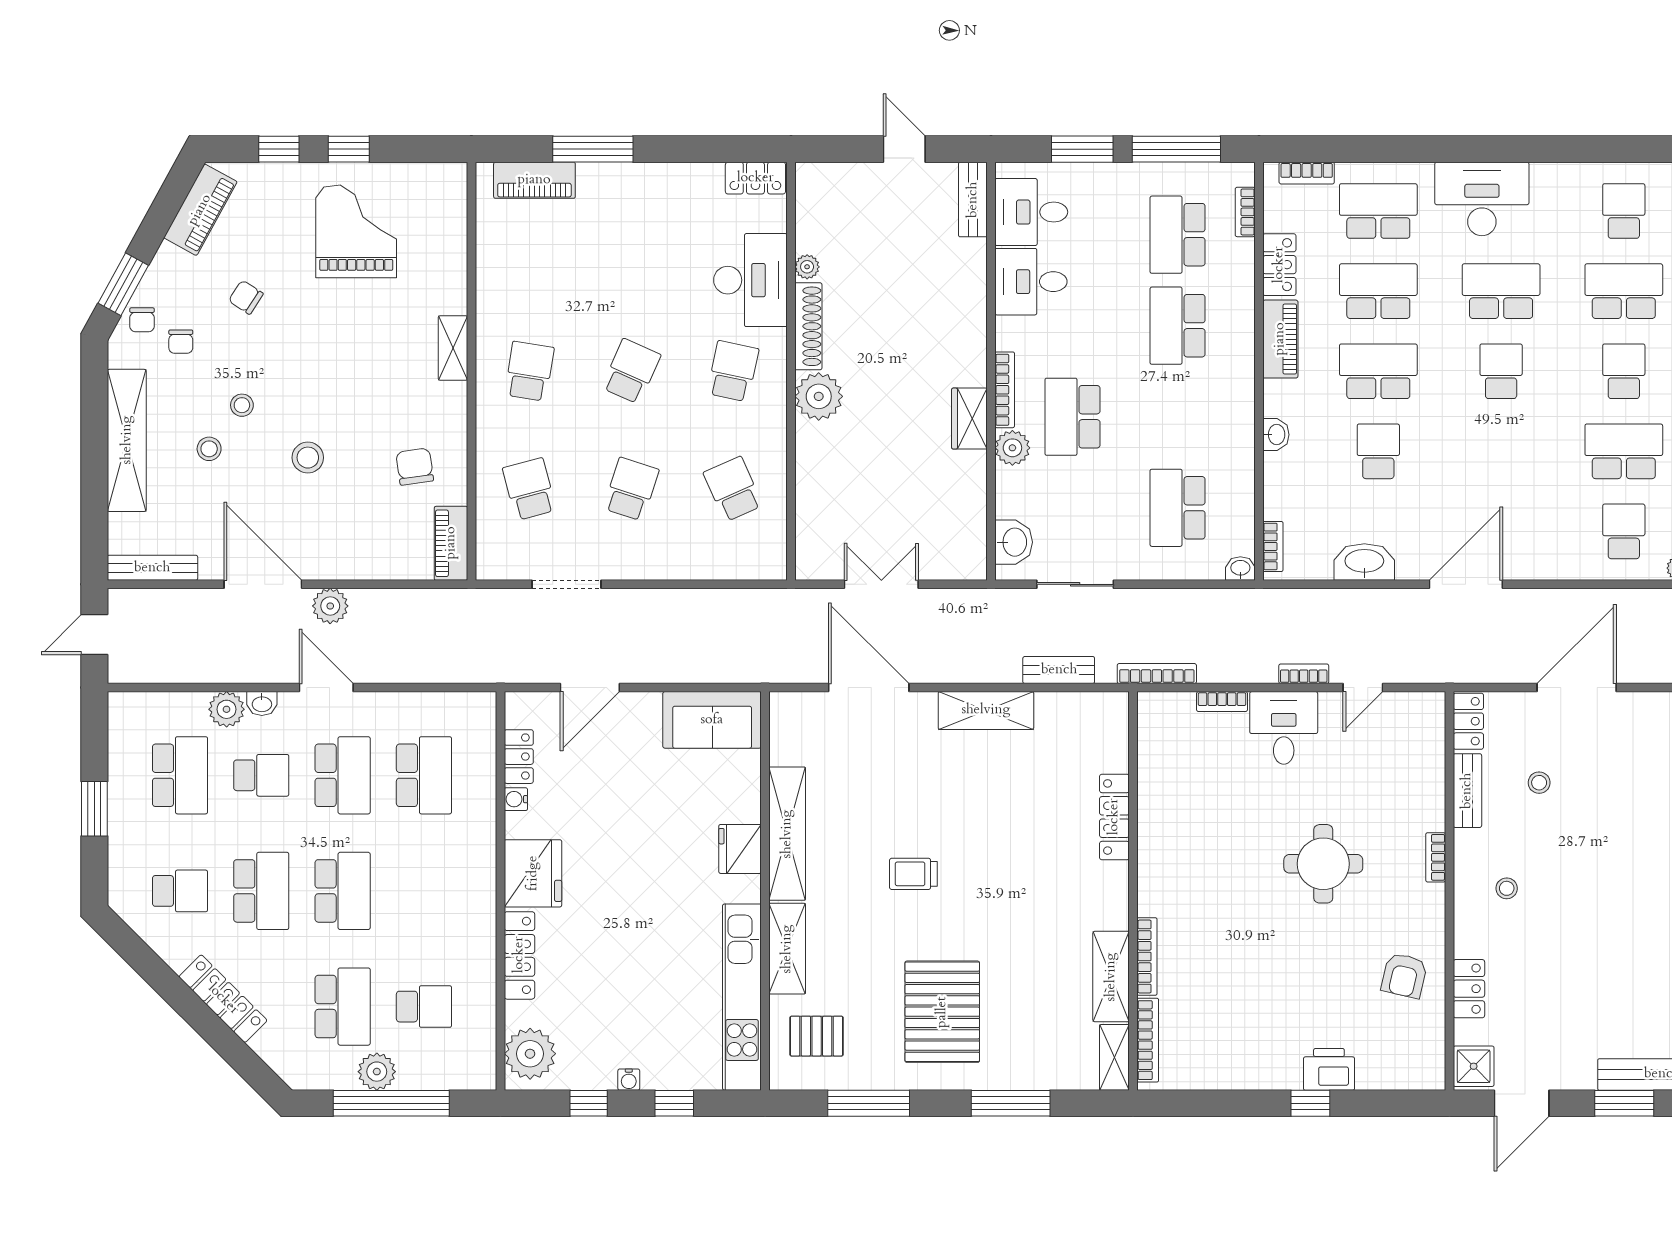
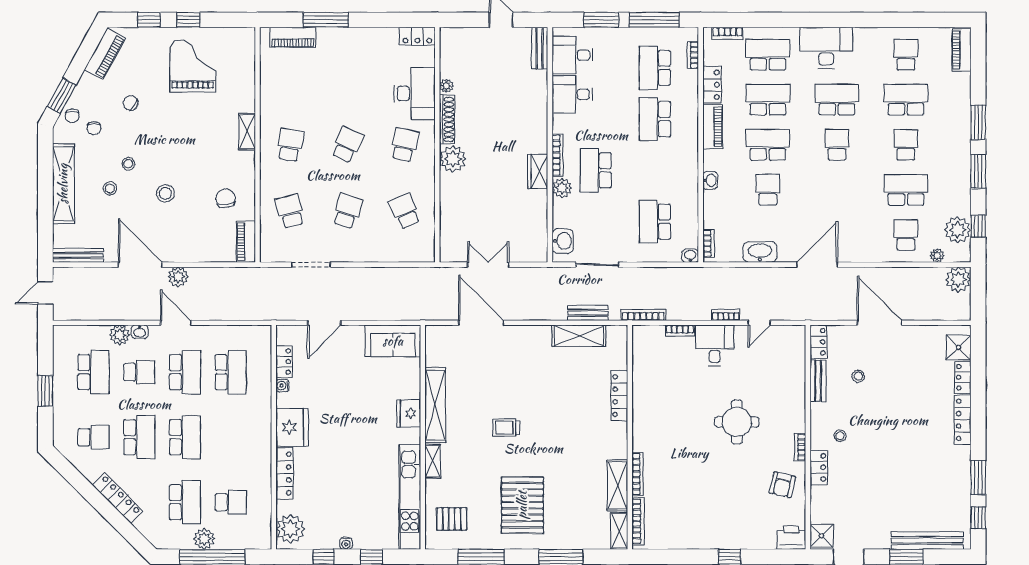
door: (1577, 688) -> (879, 323), hinge flipped
shelving: (986, 710) -> (579, 336), moved
bookcase: (1436, 857) -> (800, 447), moved
shelving: (787, 949) -> (433, 461), width x0.67, depth x0.75
locker: (1469, 989) -> (819, 467), moved
printer: (1329, 1069) -> (791, 538), moved

